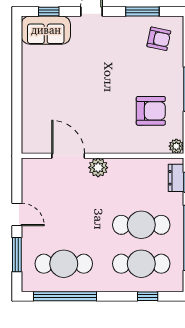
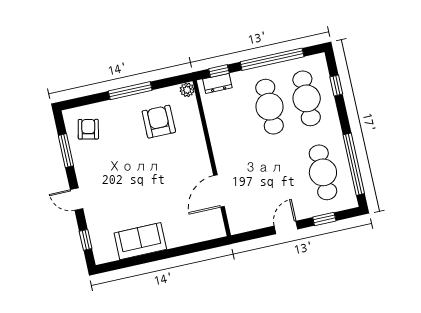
sofa: (46, 30) -> (140, 241), moved, turned -90
plant: (98, 168) -> (224, 160), removed
window: (17, 255) -> (324, 219), width x0.67

